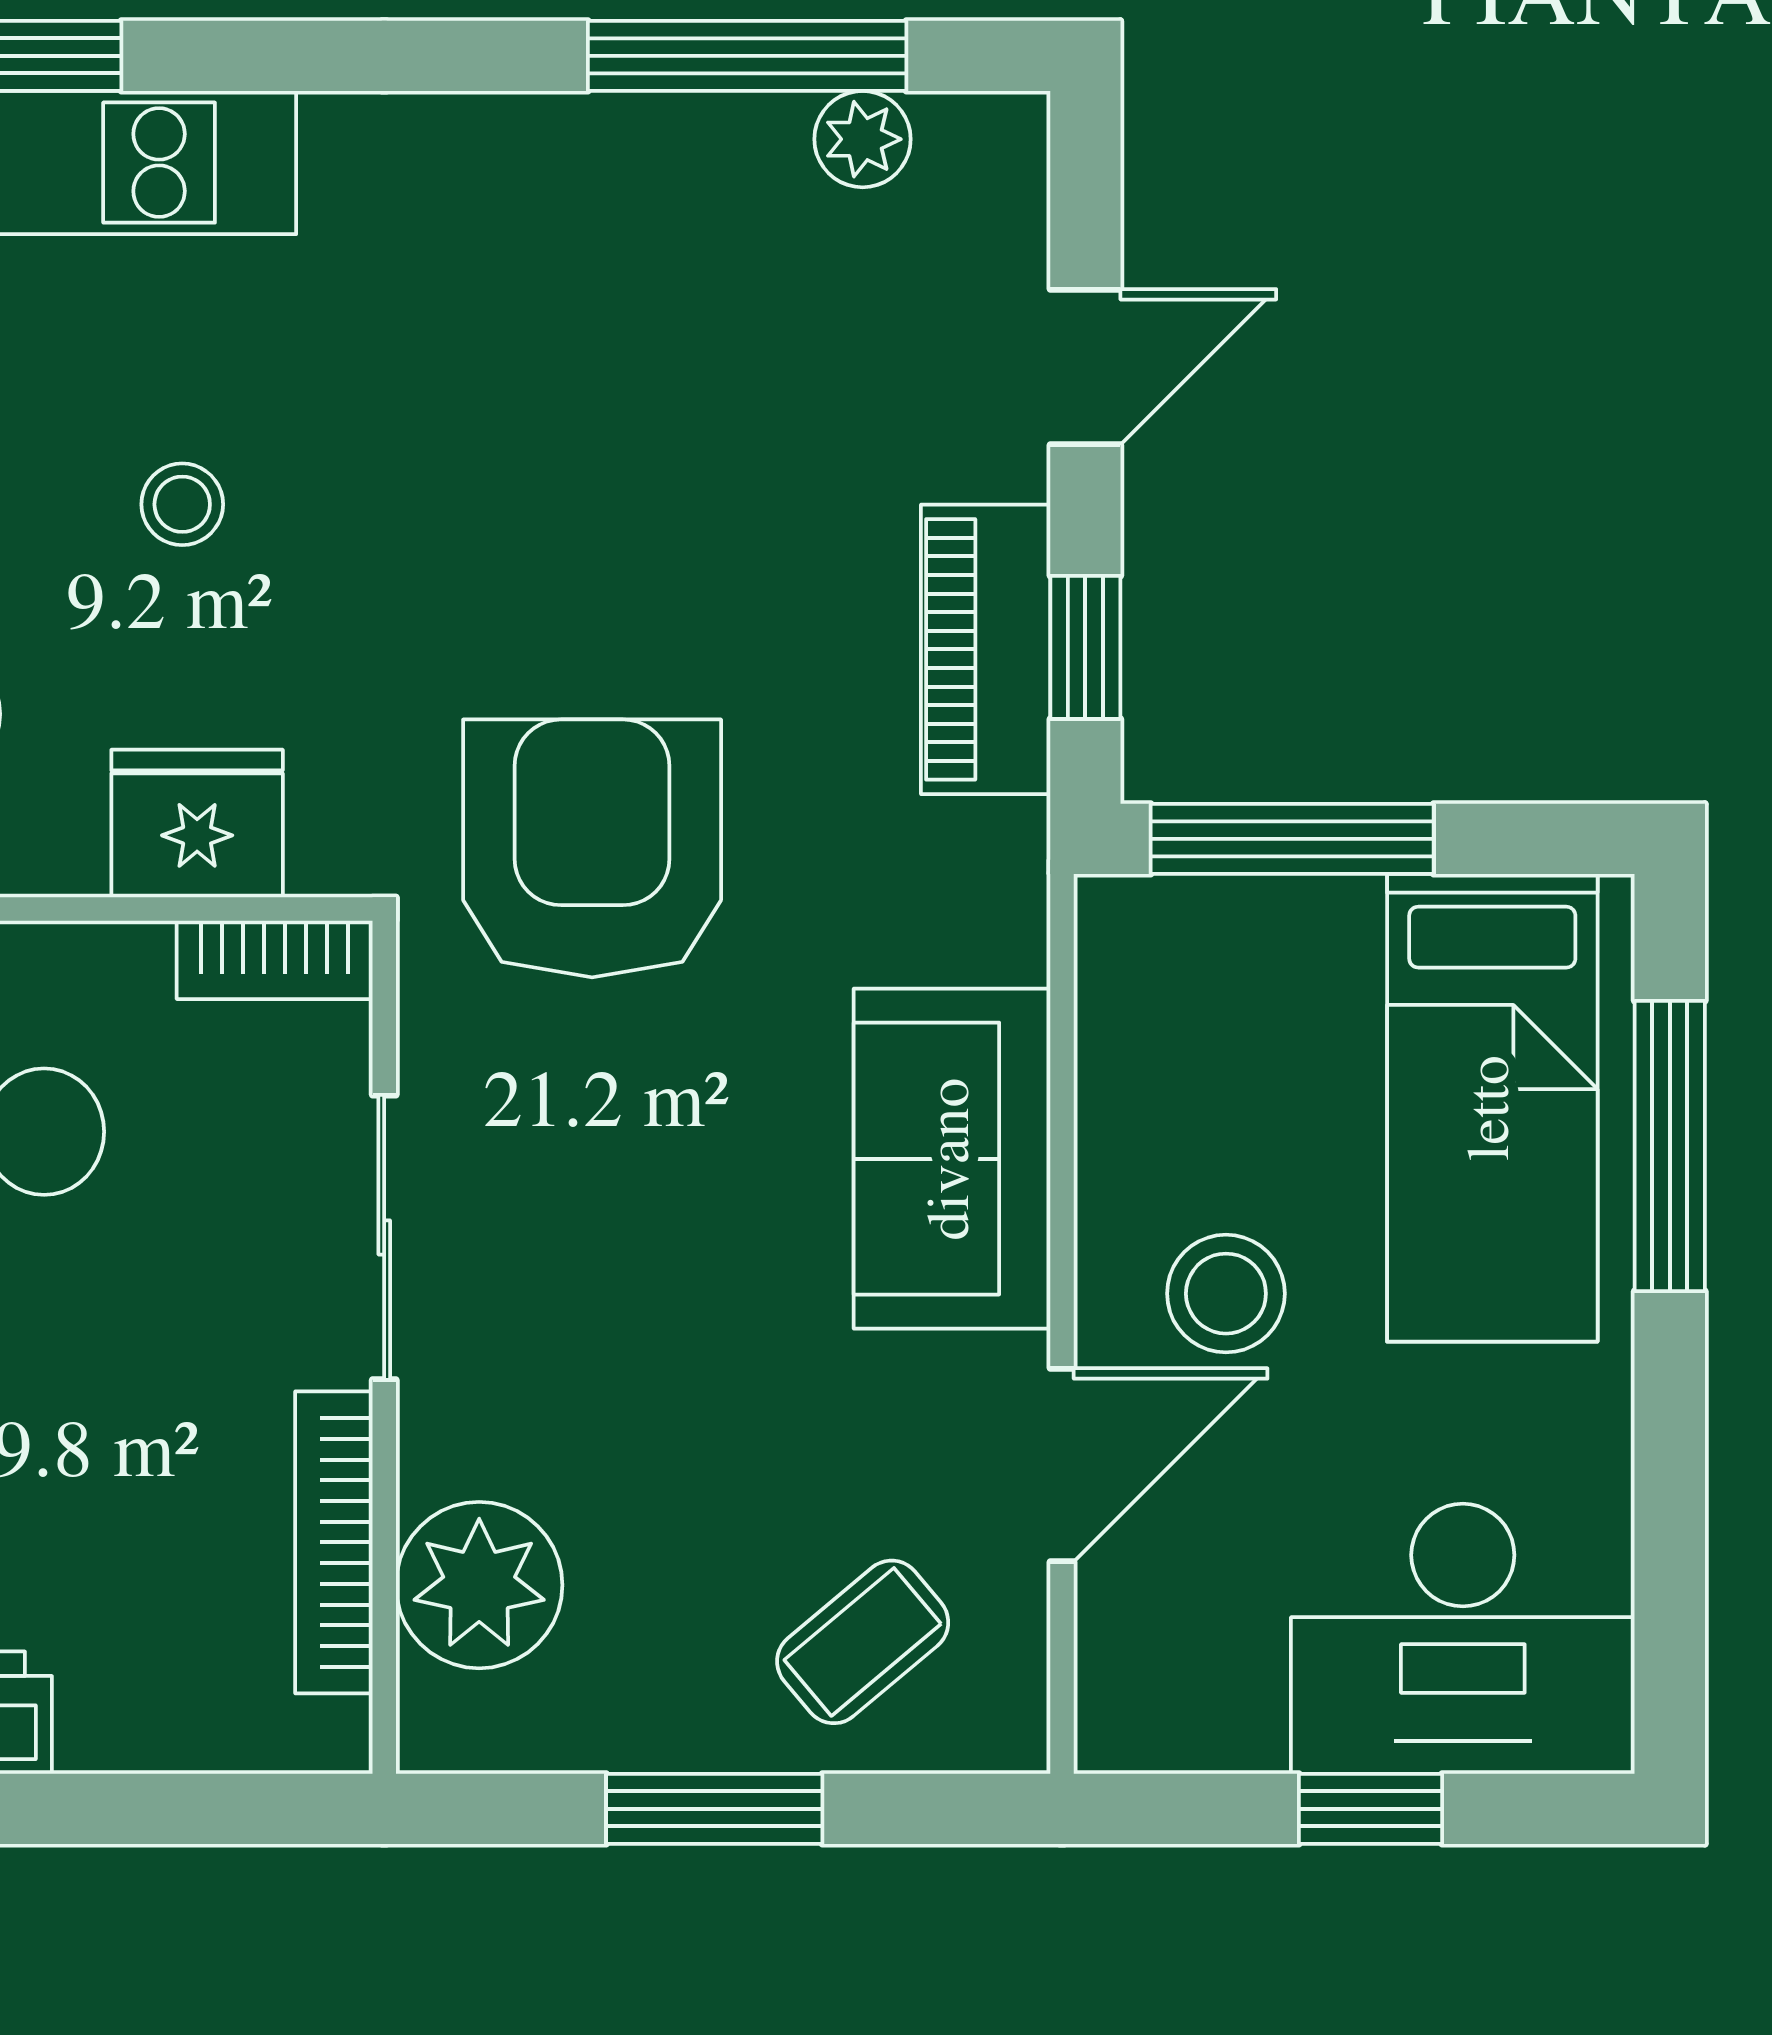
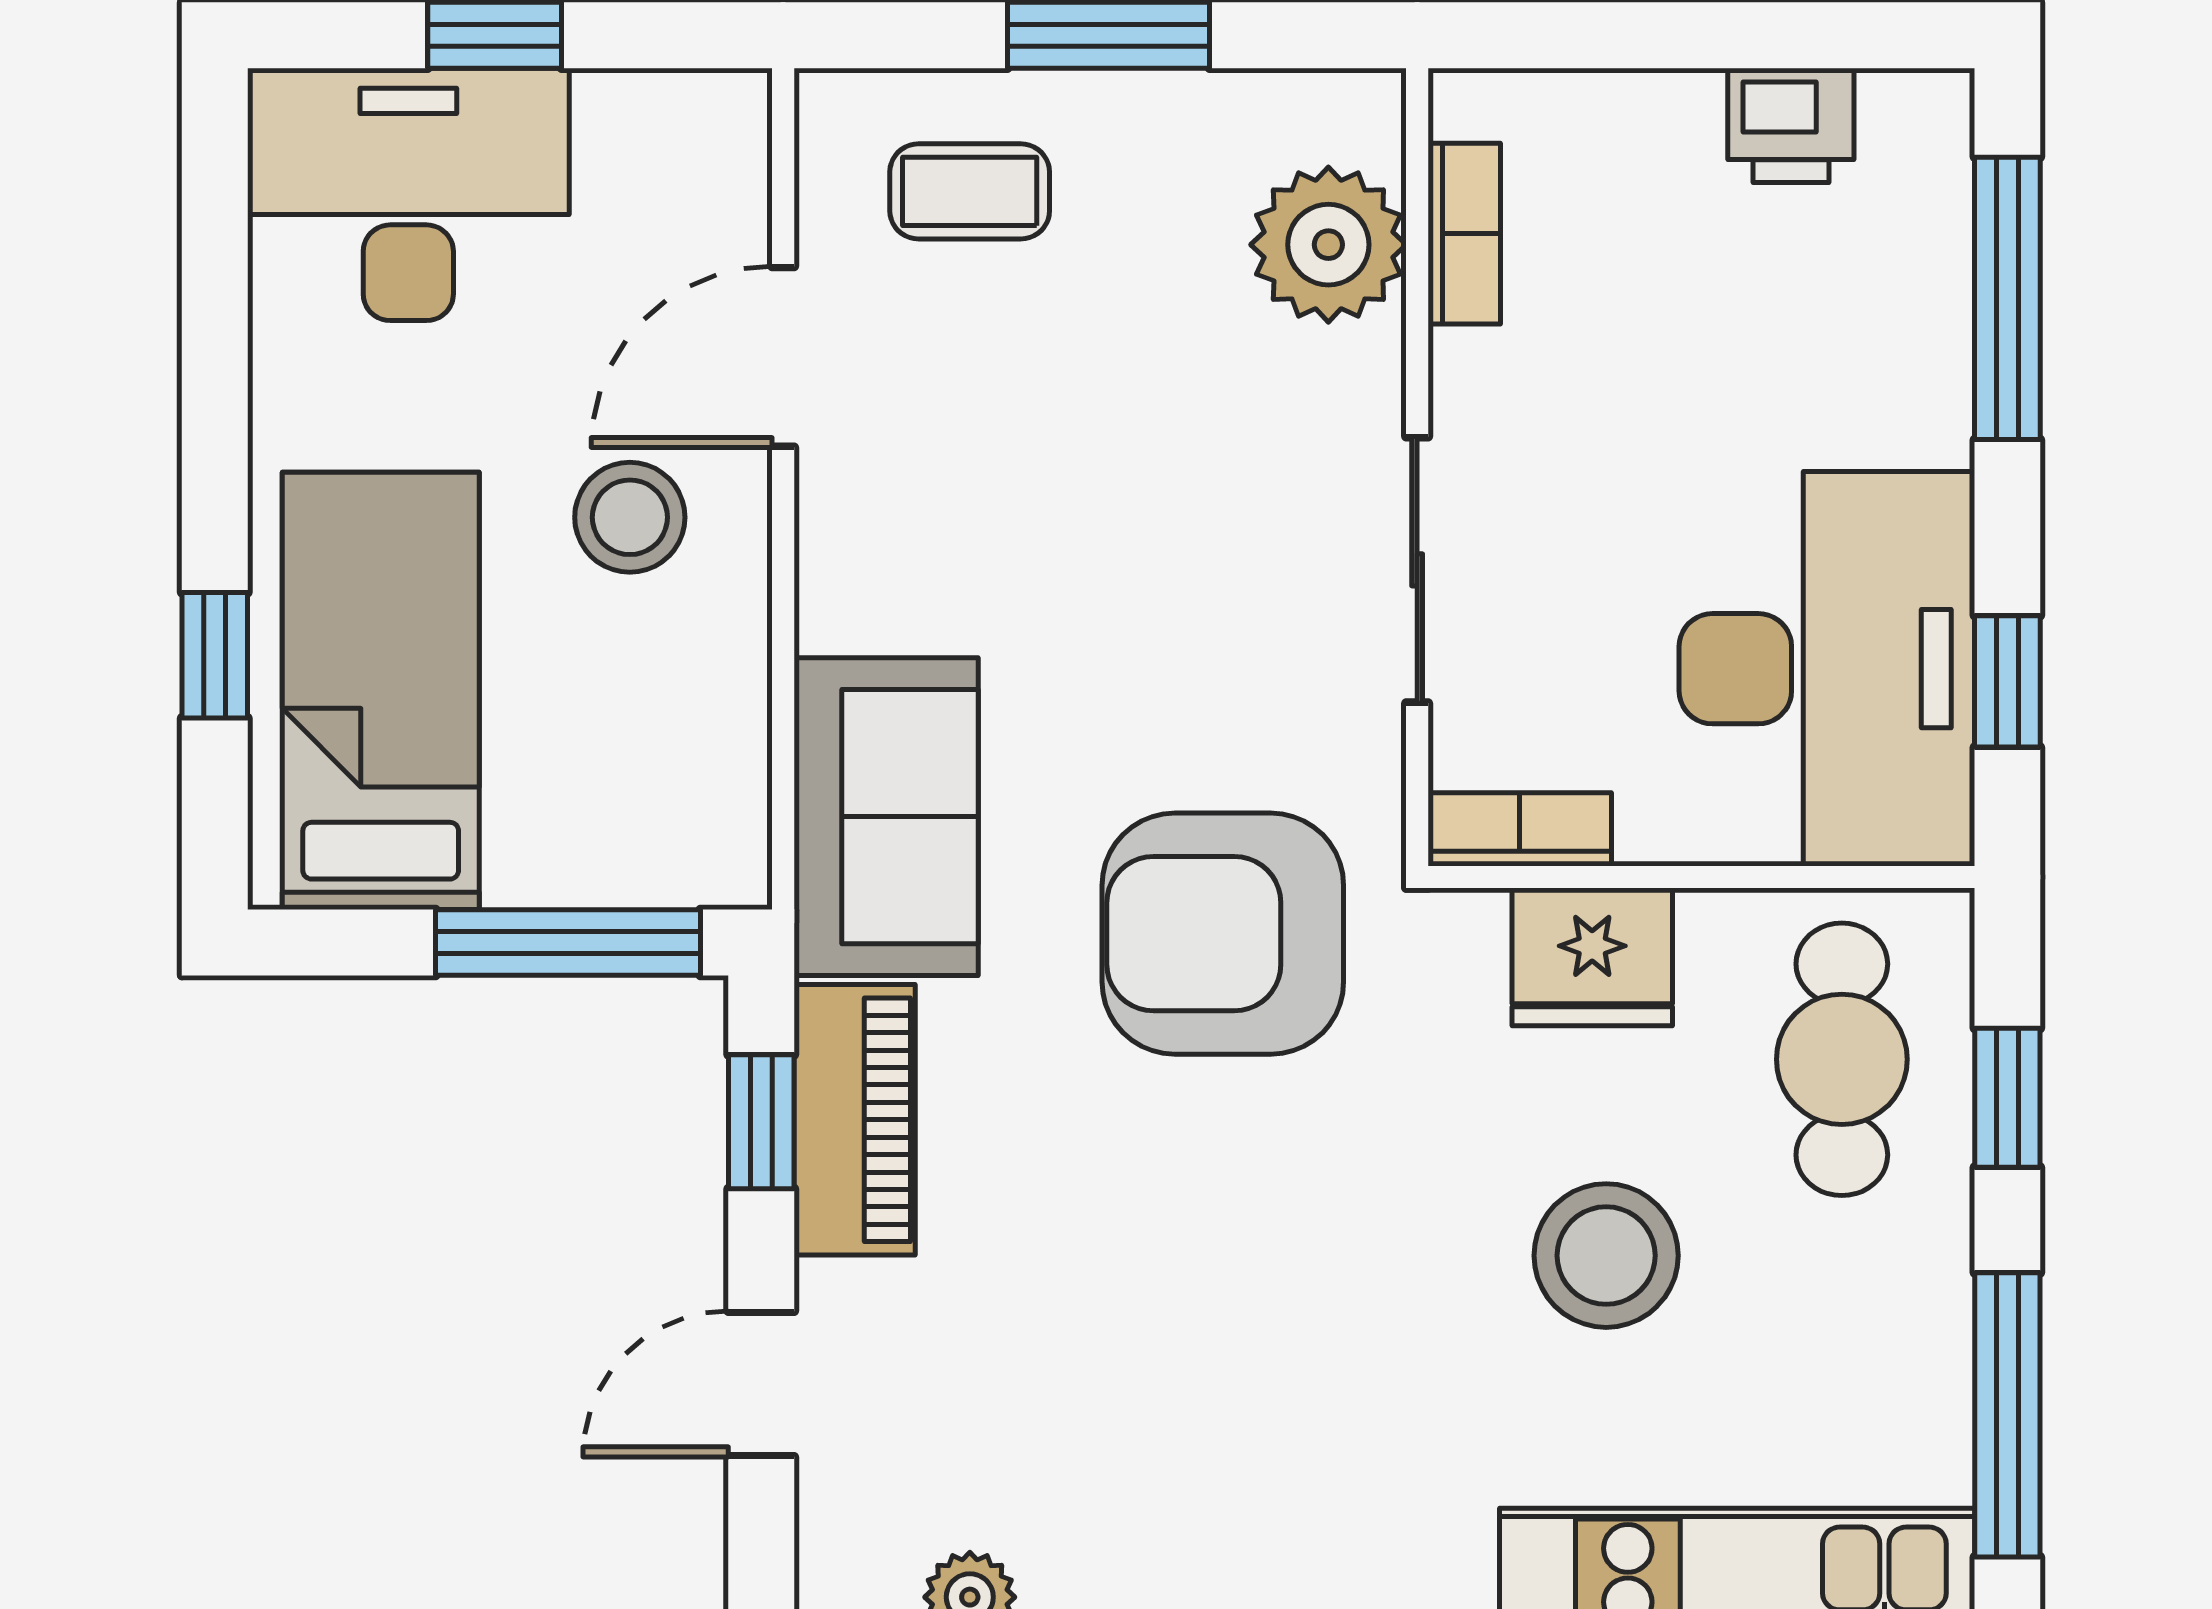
stool: (182, 504) -> (1606, 1256), width x1.89, depth x1.89
armchair: (592, 848) -> (1223, 934), turned 90
window: (1670, 1146) -> (215, 655), width x0.46
sofa: (952, 1159) -> (886, 817), moved
bookcase: (334, 1542) -> (1464, 234), width x0.64
coffee table: (863, 1642) -> (970, 191), turned 40

